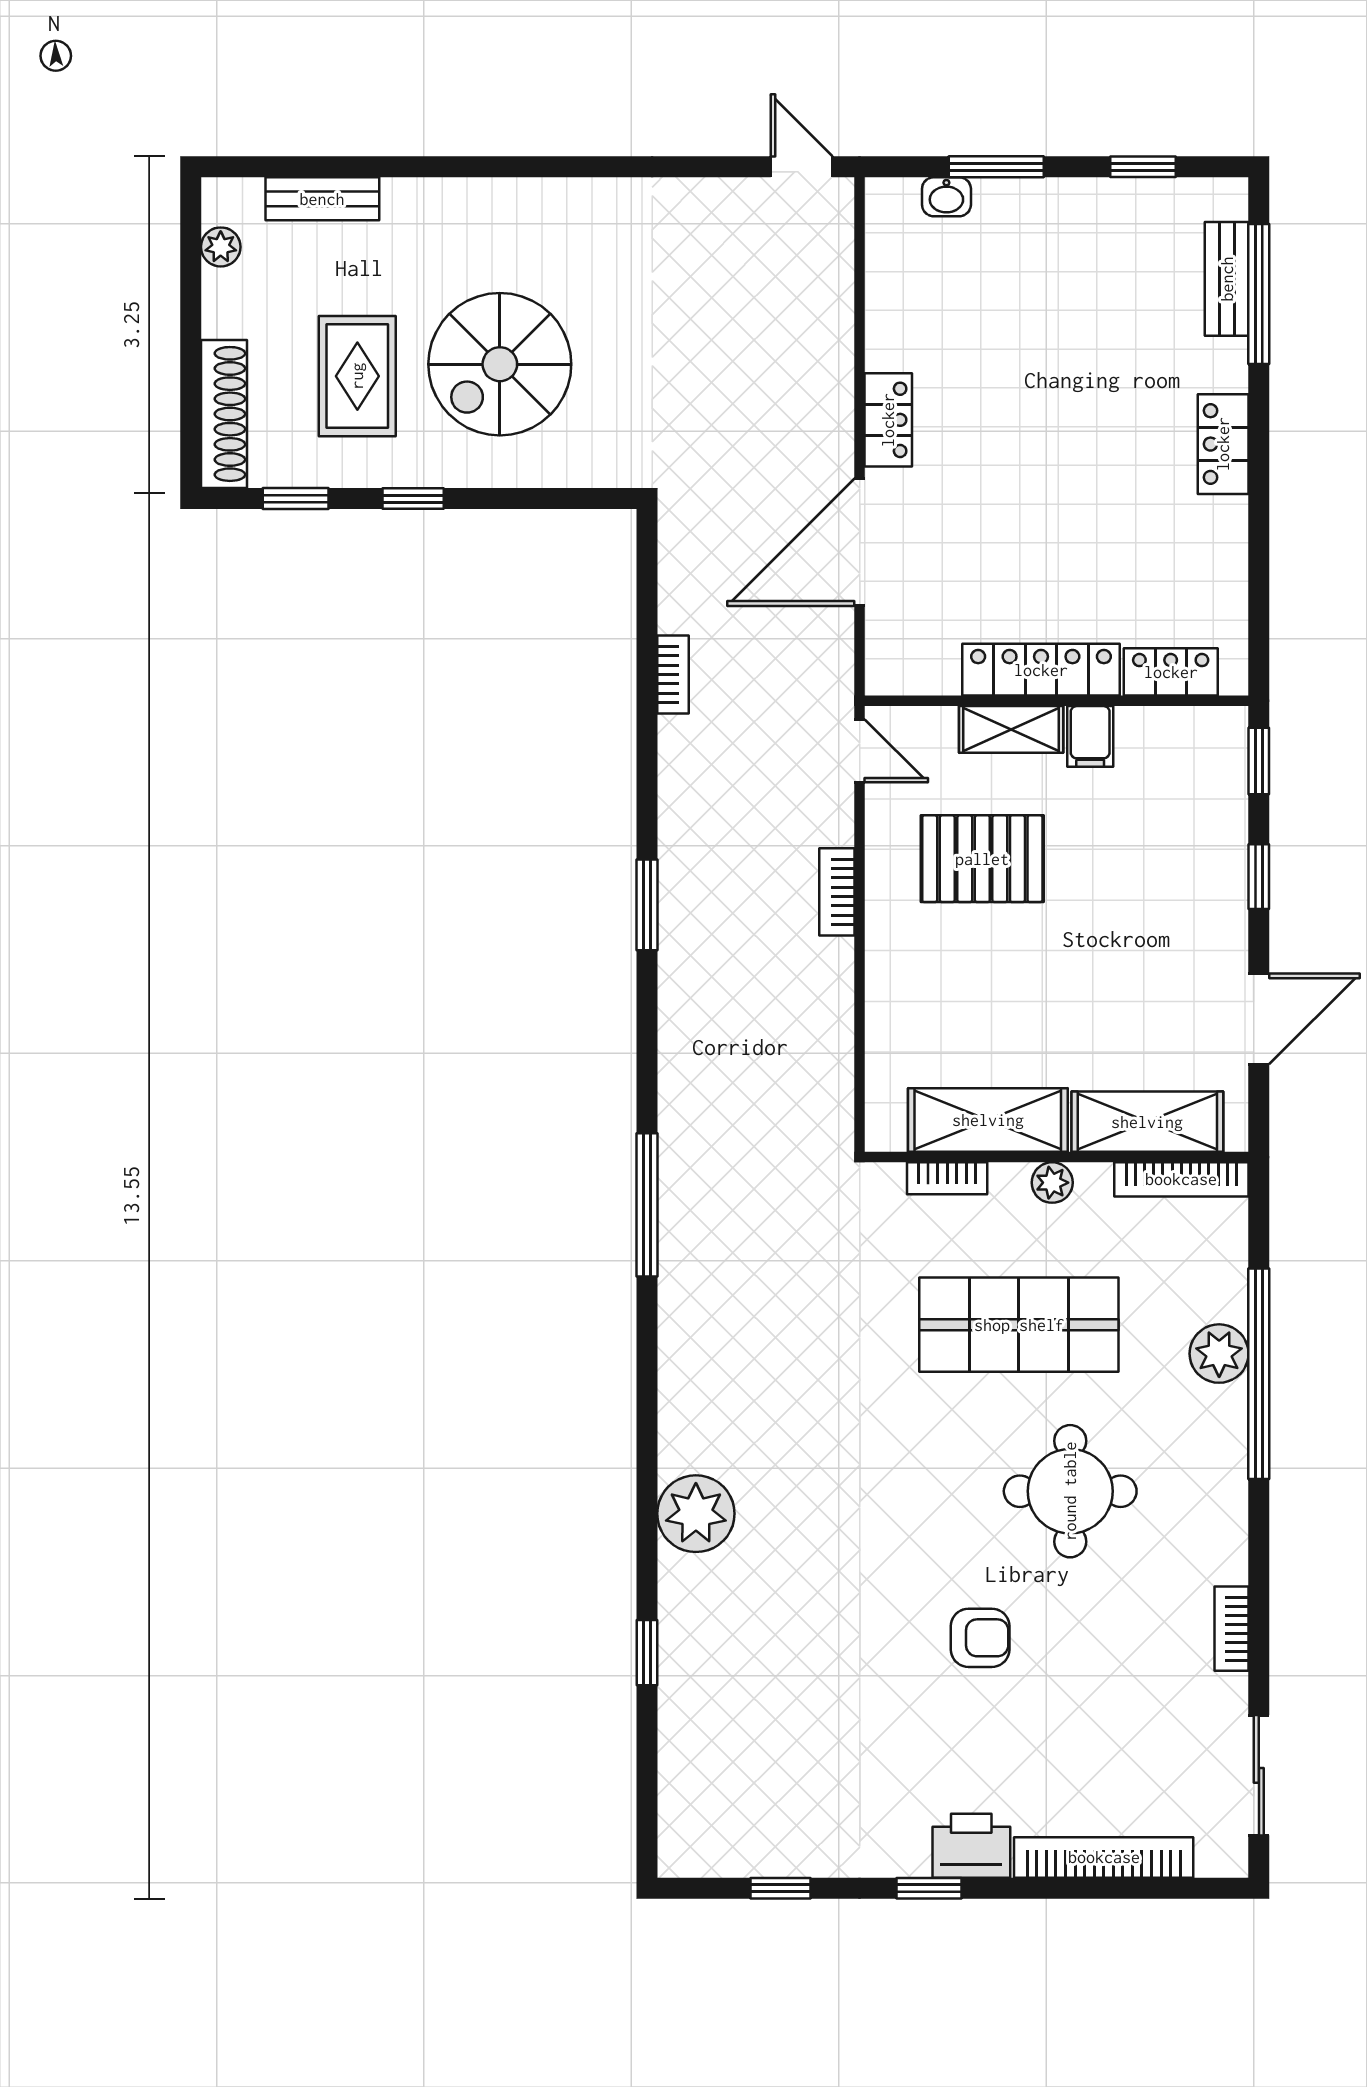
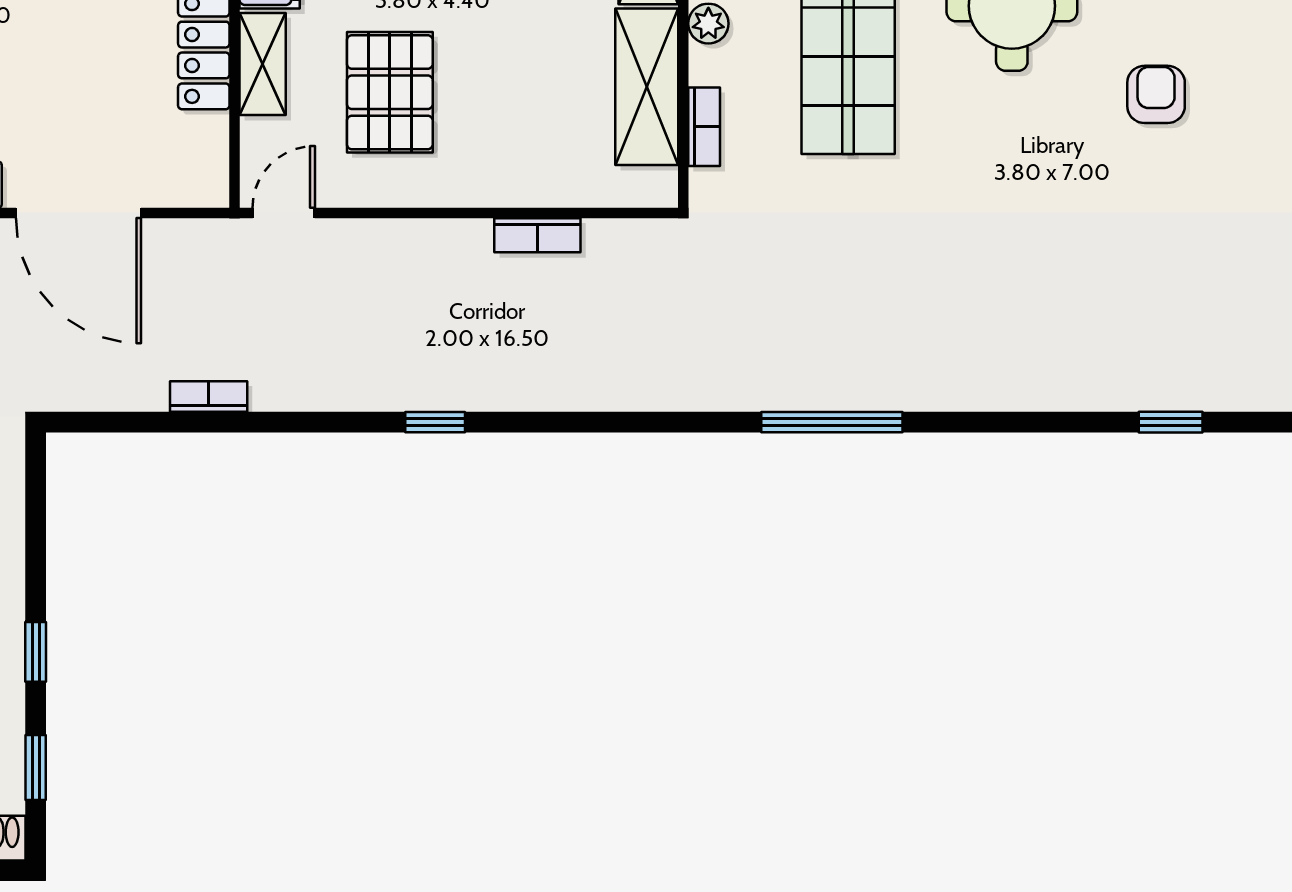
bookcase: (837, 892) -> (537, 235), moved
window: (647, 905) -> (435, 422), width x0.67
window: (647, 1205) -> (832, 422), moved
plant: (696, 1514) -> (1034, 374), removed

